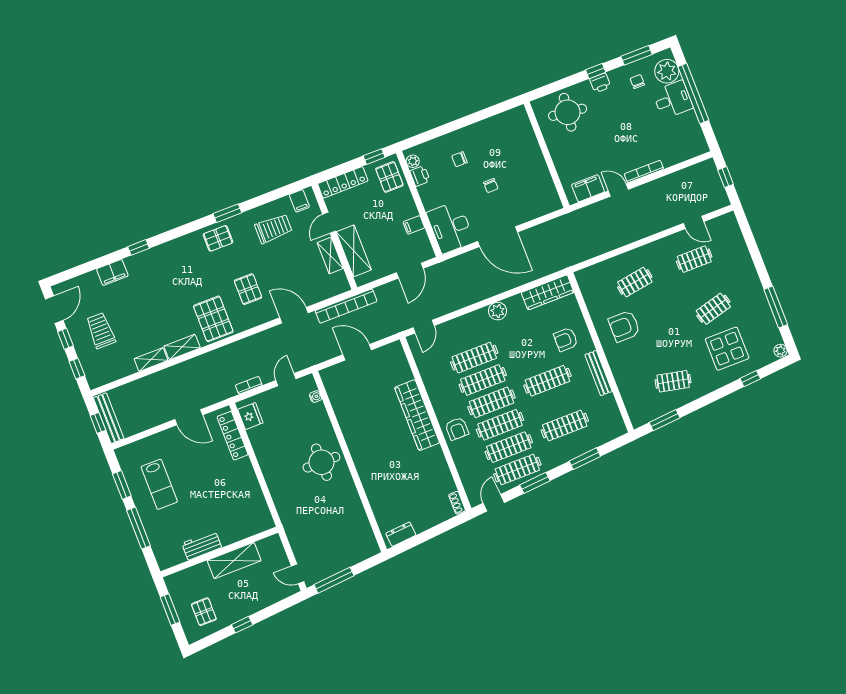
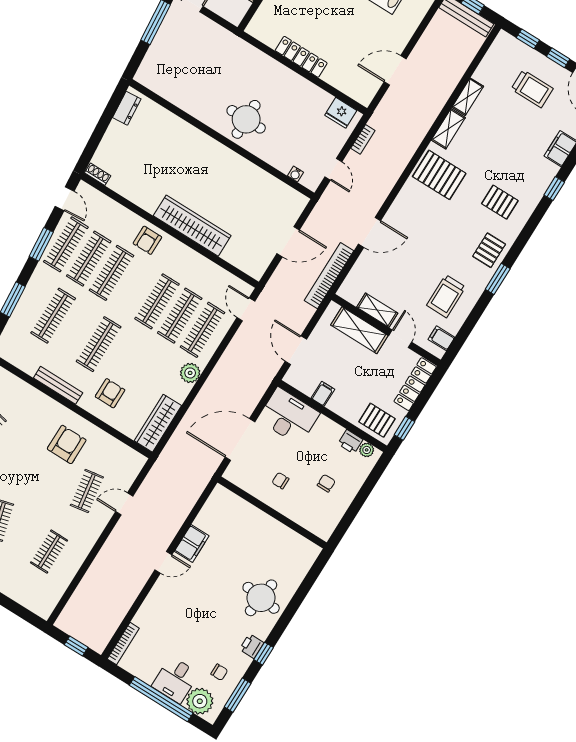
wall: (547, 155) -> (272, 512), moved
bookcase: (644, 172) -> (123, 644), moved
door: (694, 222) -> (124, 504), moved
pallet: (248, 289) -> (500, 202), moved
clothes rail: (491, 402) -> (203, 330), moved
armchair: (457, 429) -> (147, 240), turned -90
locker: (232, 436) -> (301, 57), moved

